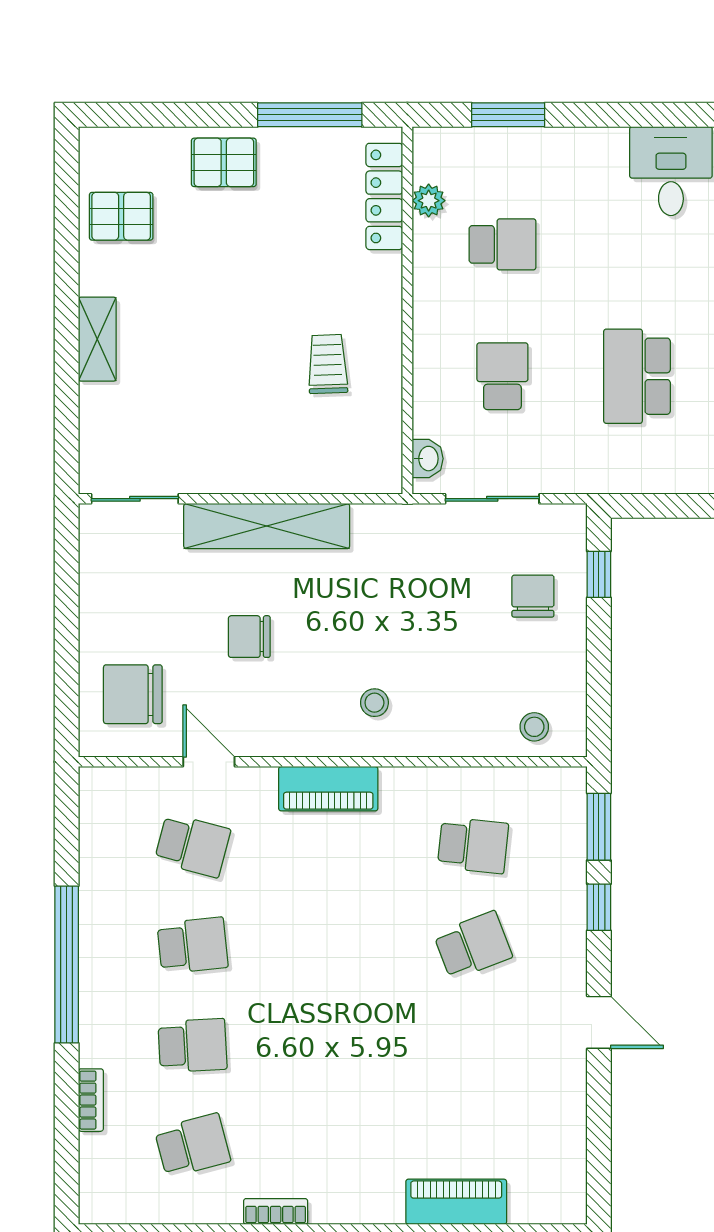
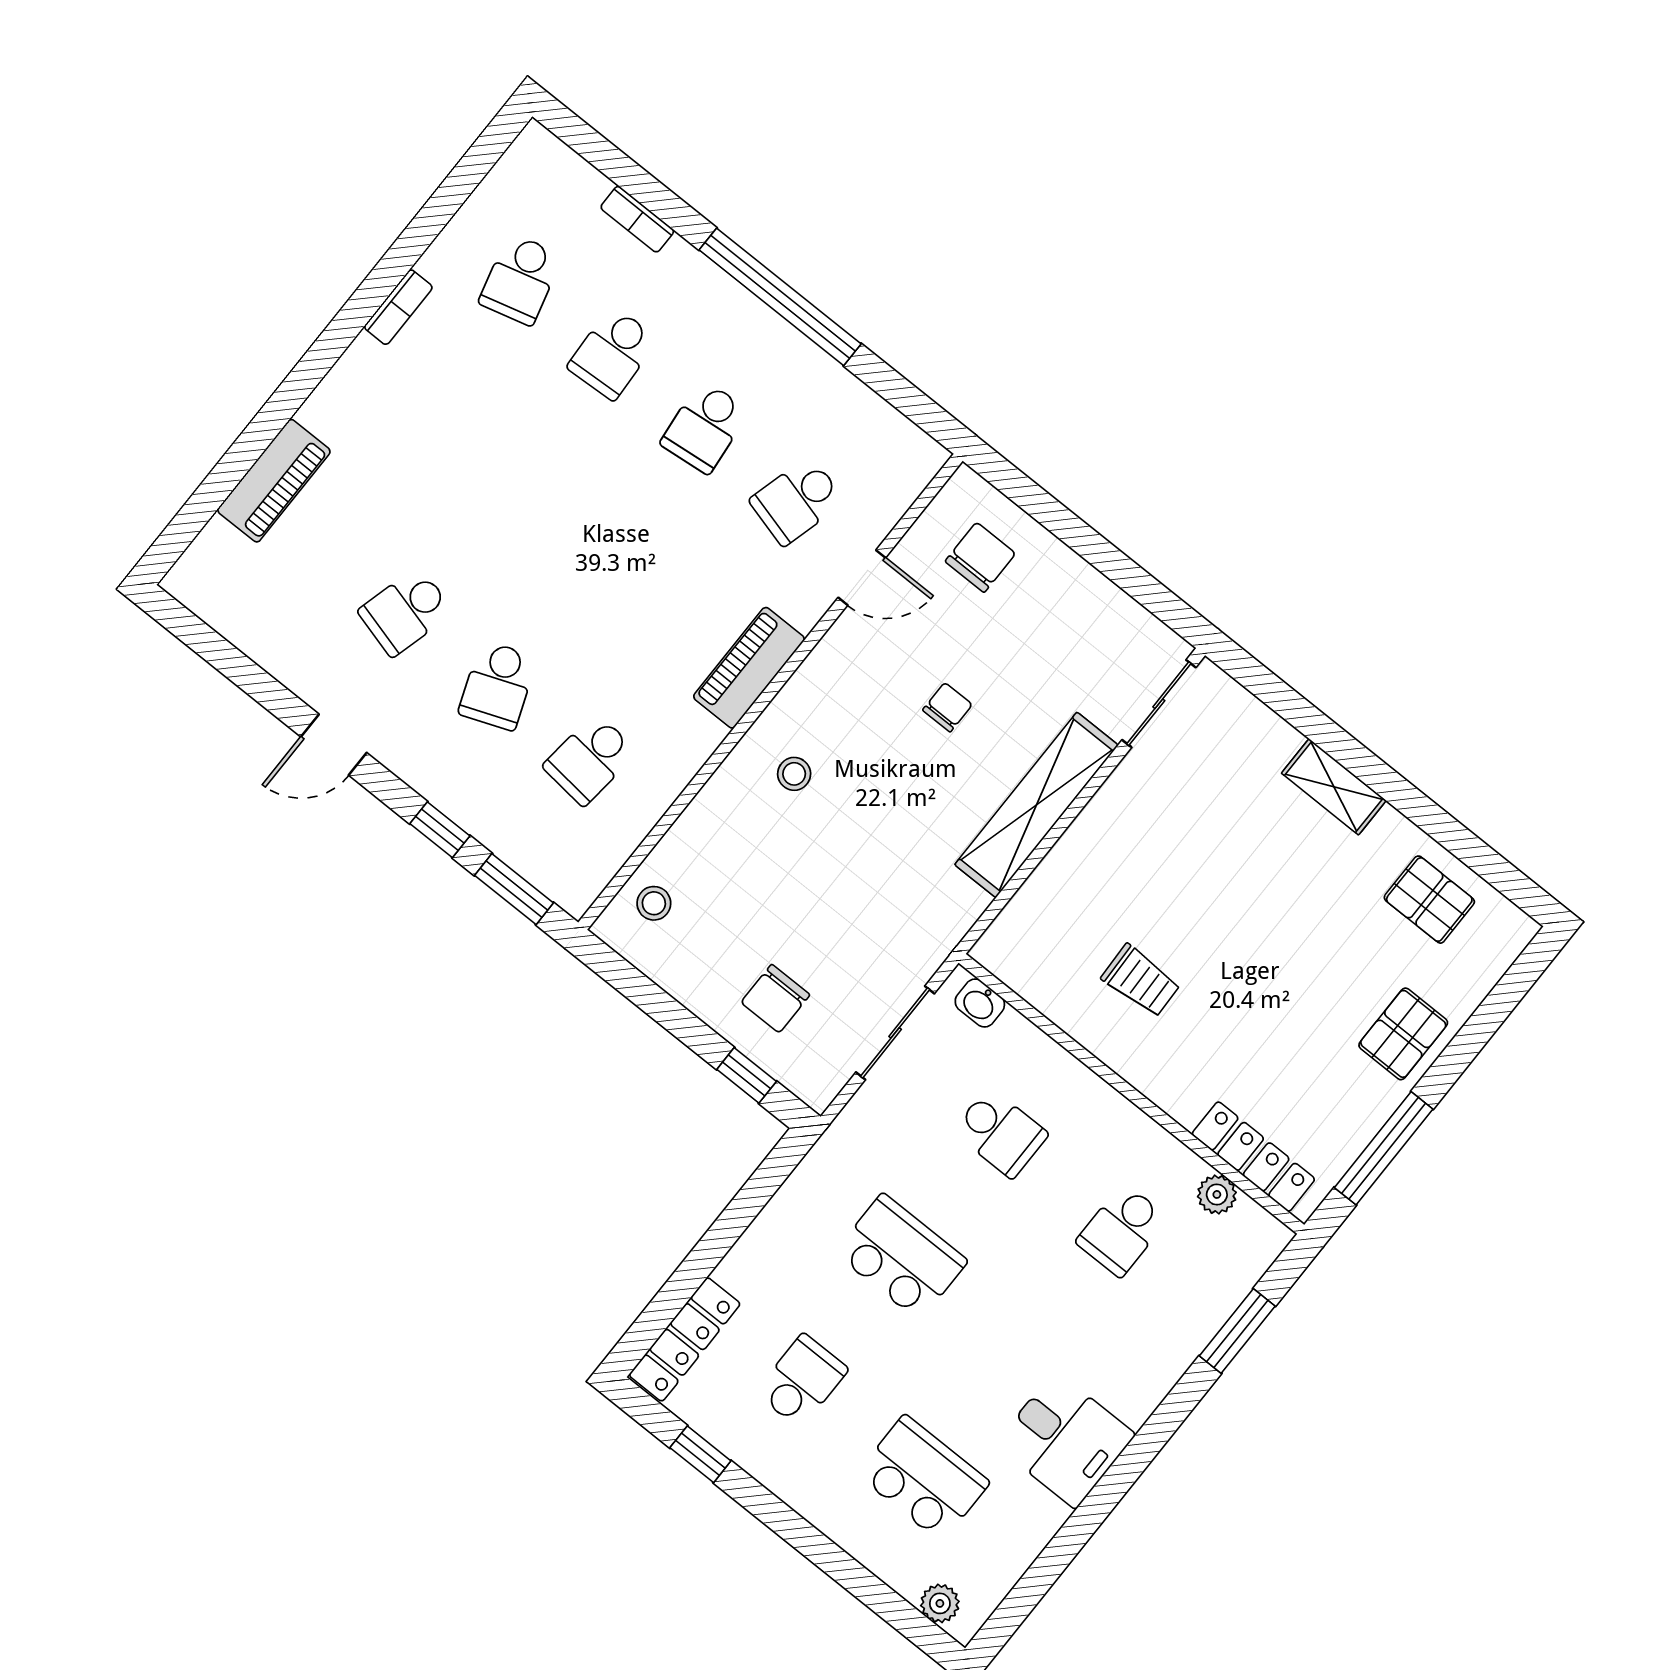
pallet: (121, 216) -> (1429, 900), turned 90
chair: (533, 596) -> (775, 999), turned 90
chair: (249, 637) -> (947, 707), width x0.73, depth x0.73
chair: (133, 694) -> (980, 557), width x0.73, depth x0.73
school desk: (473, 1045) -> (406, 612), added

